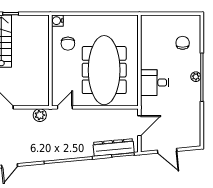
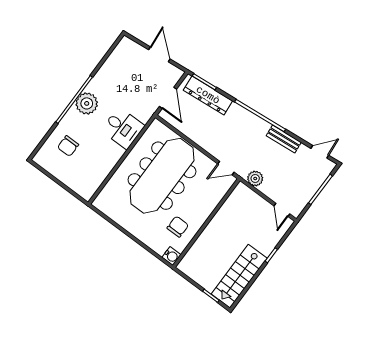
plant: (196, 77) -> (87, 103), width x1.88, depth x1.88
door: (139, 126) -> (168, 98), swing flipped
bench: (40, 156) -> (284, 139), added

